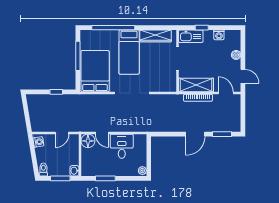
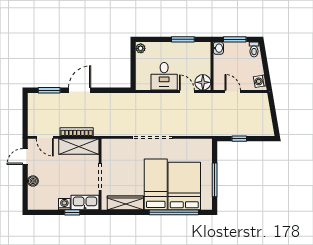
washing machine: (219, 35) -> (64, 204), moved
bed: (95, 71) -> (184, 186), moved, turned 180
door: (243, 76) -> (25, 157), hinge flipped
door: (62, 133) -> (233, 92), hinge flipped

